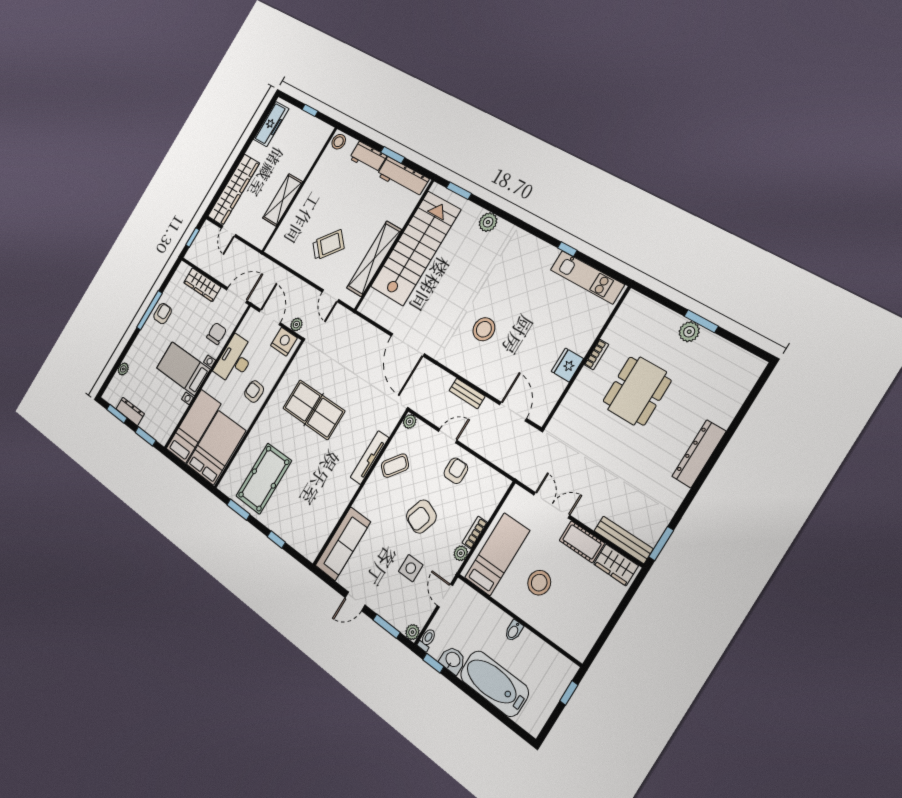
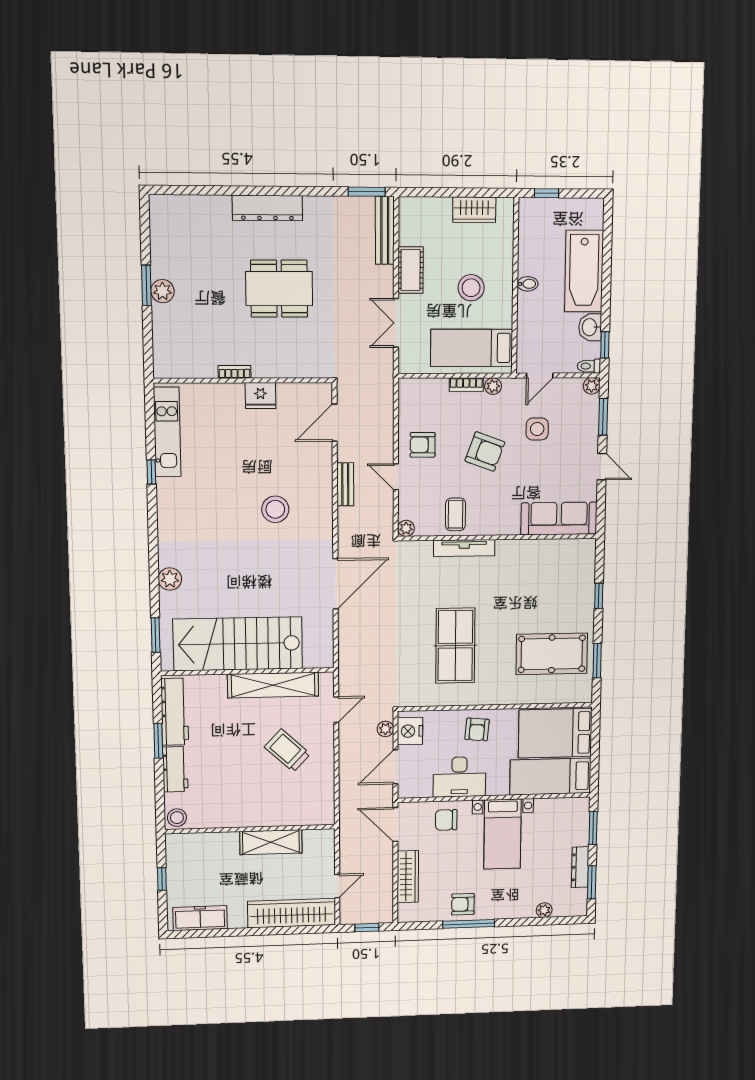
dining table: (637, 391) -> (279, 289), moved
coffee table: (395, 466) -> (456, 514), turned 50
wardrobe: (616, 565) -> (474, 210), moved, turned 90

